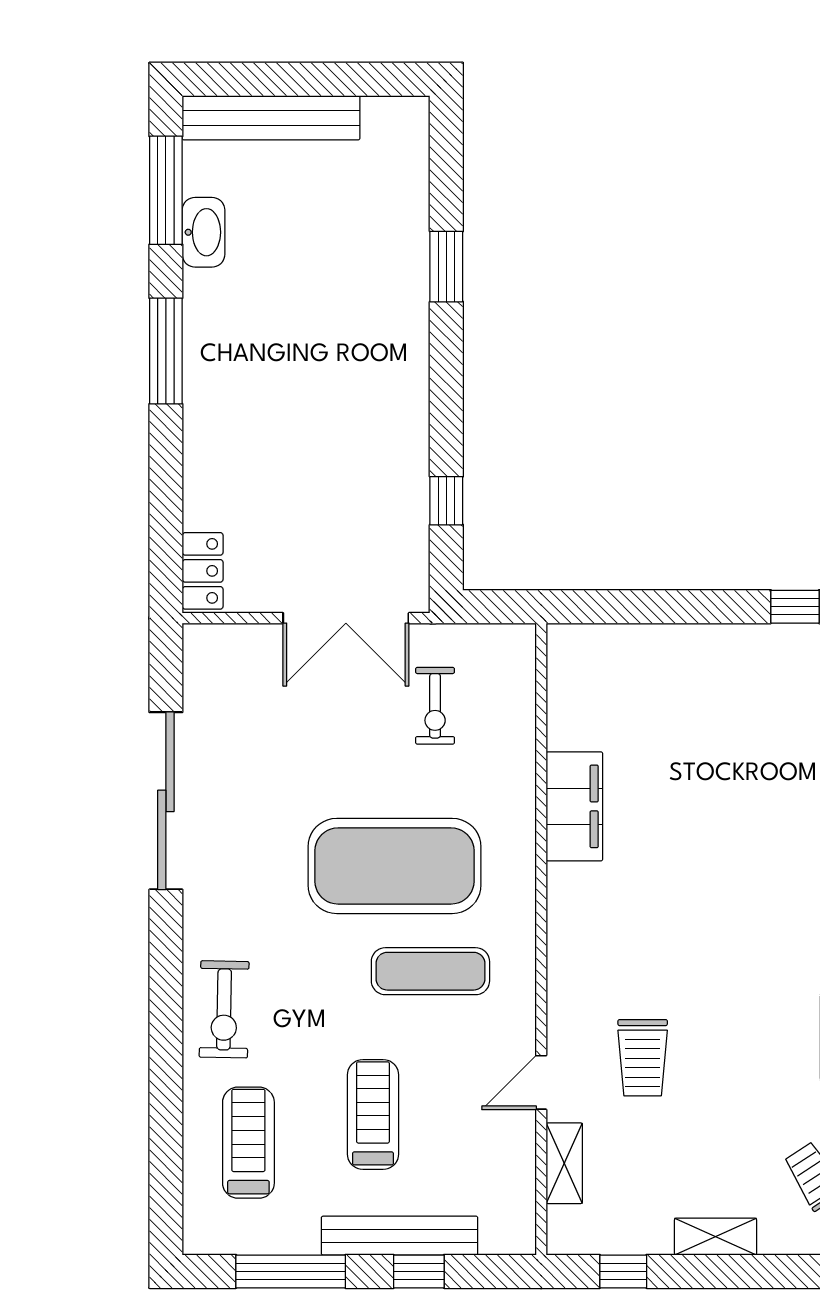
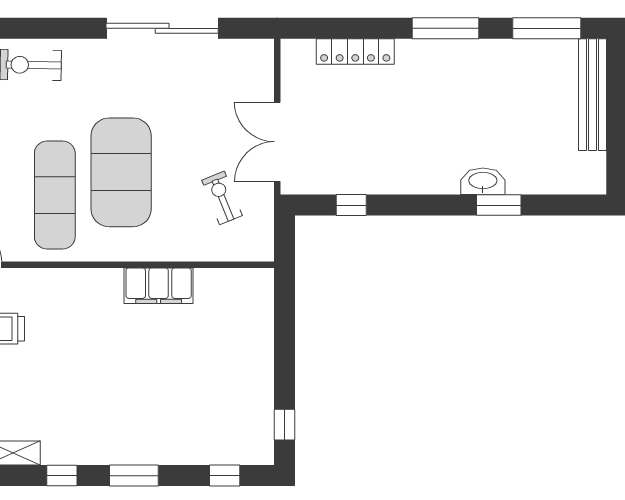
washbasin: (204, 232) -> (483, 181), moved, turned 180
locker: (203, 571) -> (355, 51), moved, width x1.53
exercise bike: (435, 706) -> (222, 198), turned 68
exercise mat: (430, 971) -> (55, 195), width x1.36, depth x1.45

